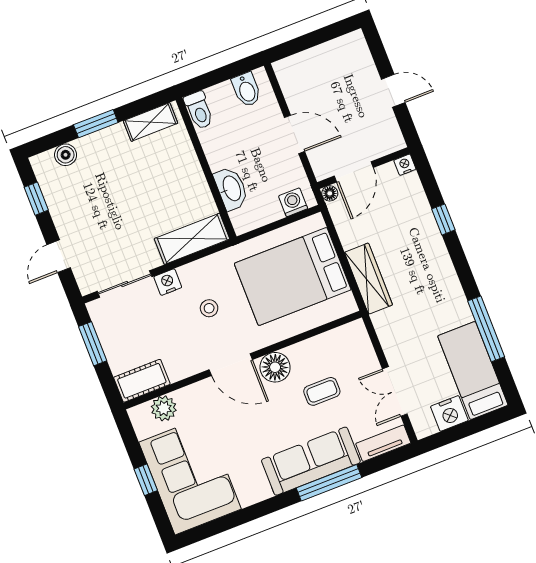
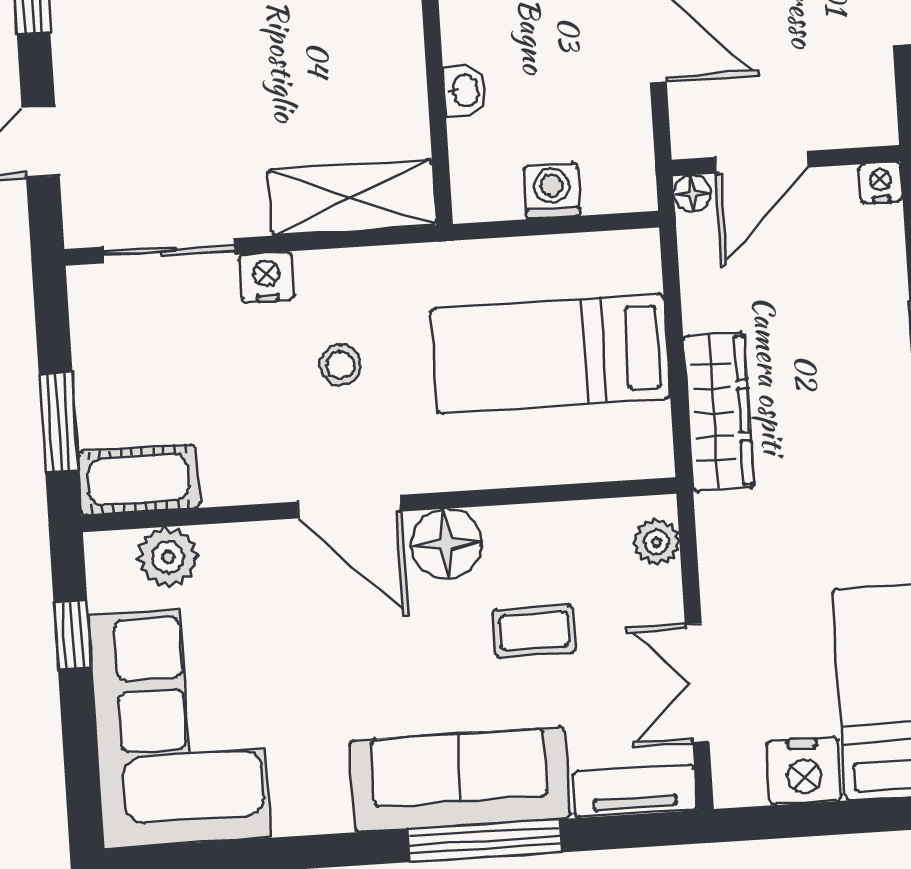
washbasin: (231, 189) -> (464, 91), width x0.52, depth x0.69
washing machine: (293, 202) -> (552, 191), moved
bed: (293, 277) -> (550, 353), width x0.67
plant: (360, 339) -> (656, 542), added
window: (93, 344) -> (59, 422), moved
window: (146, 480) -> (73, 635), moved

